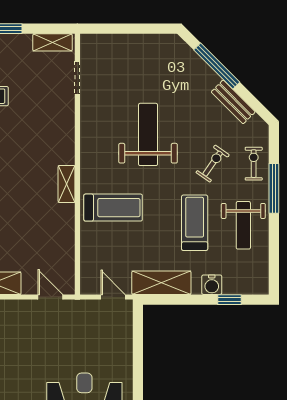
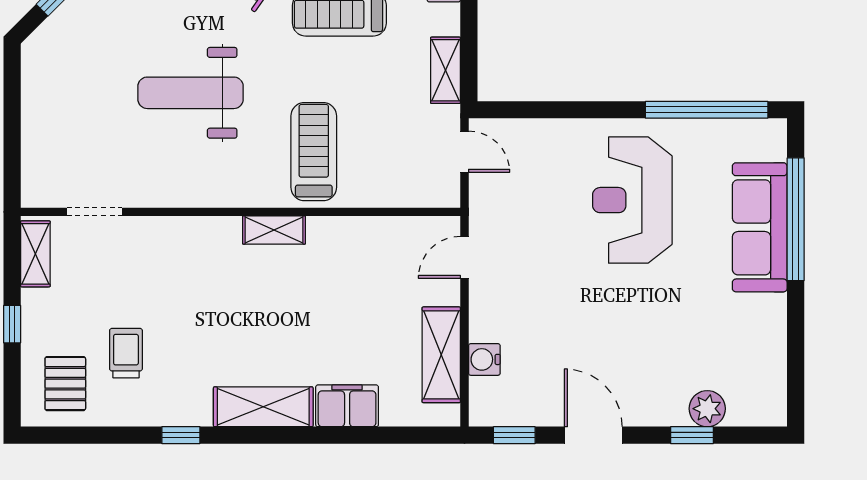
shelving: (161, 283) -> (446, 70), width x0.67, depth x0.75
door: (113, 297) -> (465, 152), swing flipped

